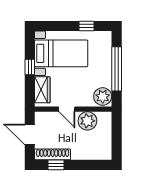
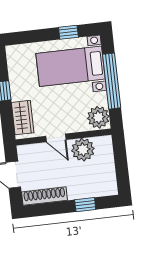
bed with nightstands: (61, 53) -> (70, 66), moved, turned 180
window: (56, 165) -> (85, 205), moved

